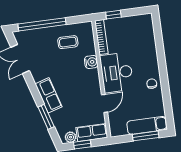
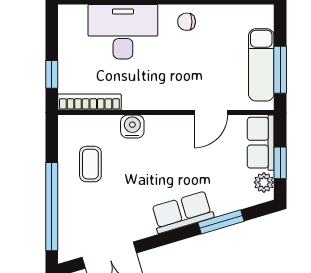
desk: (117, 73) -> (123, 32), moved, turned 180
door: (105, 103) -> (211, 112), swing flipped
exam couch: (147, 125) -> (261, 65), moved
window: (146, 136) -> (280, 70), moved

